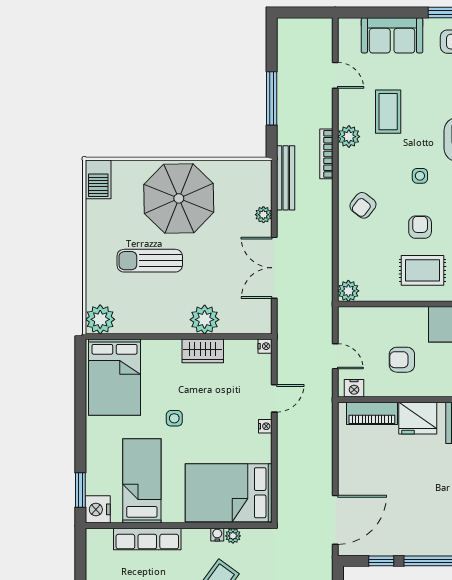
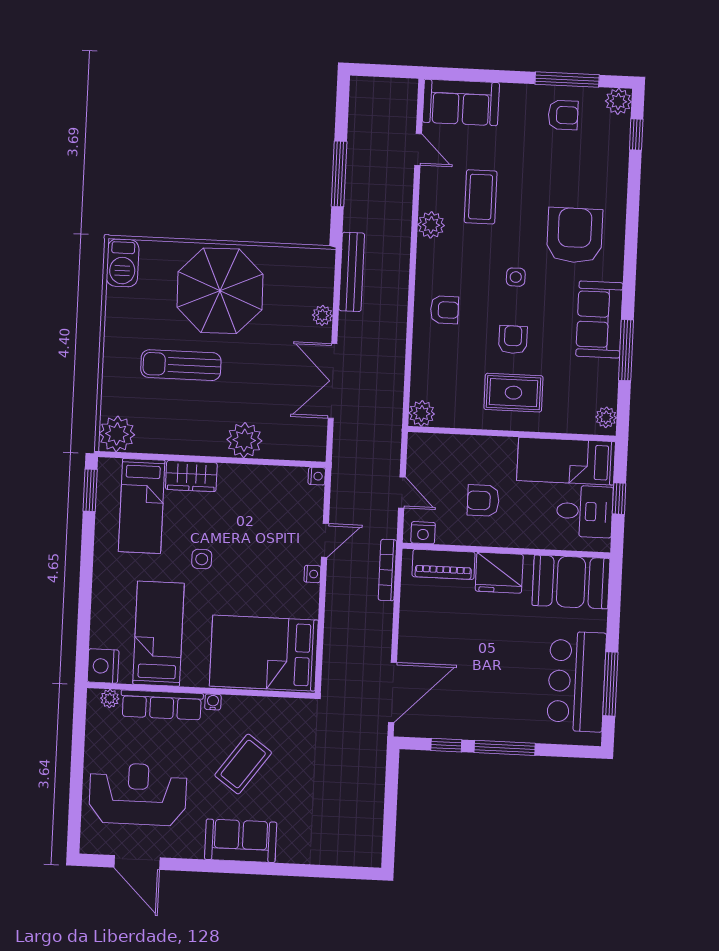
sofa: (392, 35) -> (461, 102), moved
bookcase: (326, 154) -> (387, 570), moved
armchair: (363, 205) -> (444, 310), turned -128
wardrobe: (203, 351) -> (191, 476), moved
bed: (115, 377) -> (142, 506), width x0.67
window: (80, 490) -> (90, 490), moved
water cooler: (217, 535) -> (213, 702), moved
plant: (233, 536) -> (110, 698), moved

